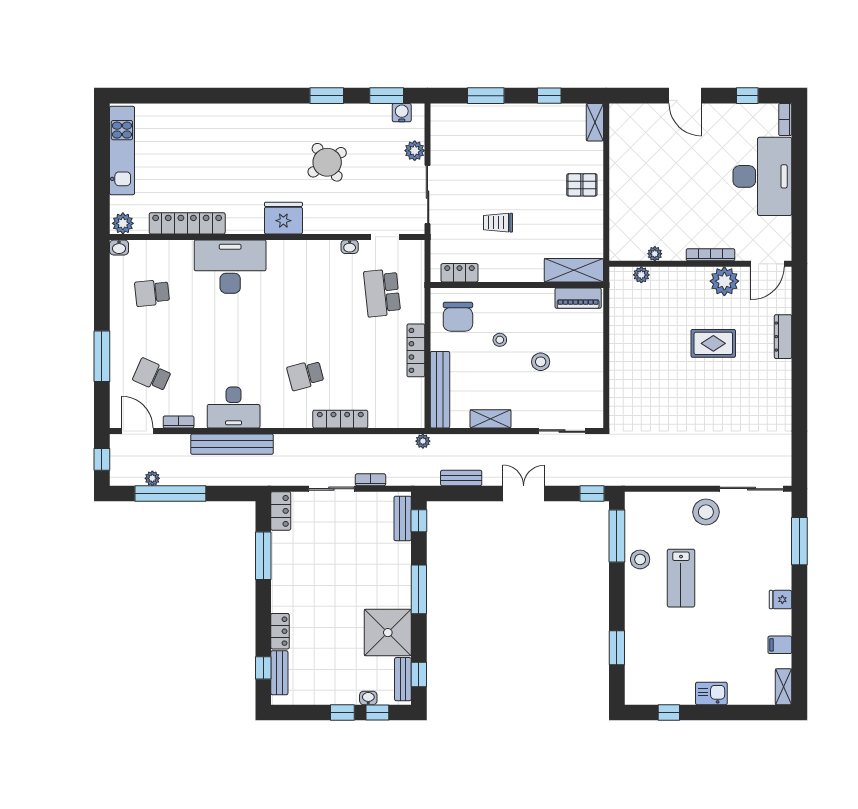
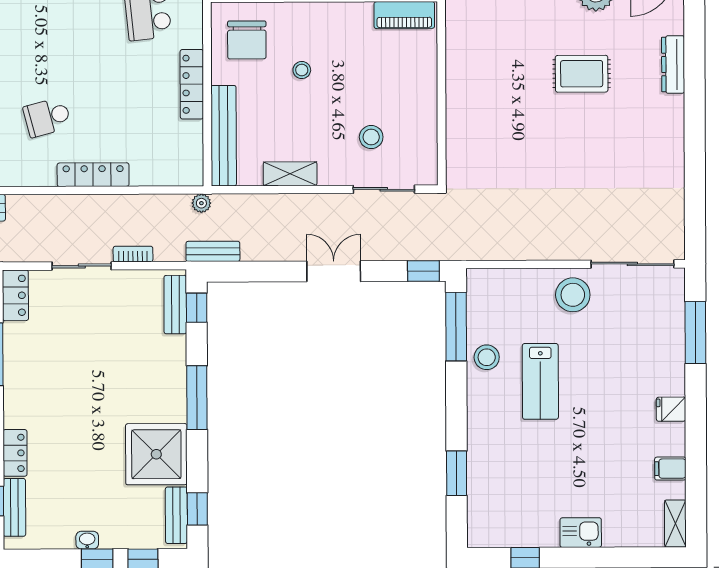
stool: (541, 362) -> (371, 137), moved
bench: (461, 478) -> (213, 251), moved
washbasin: (368, 698) -> (87, 540), moved

